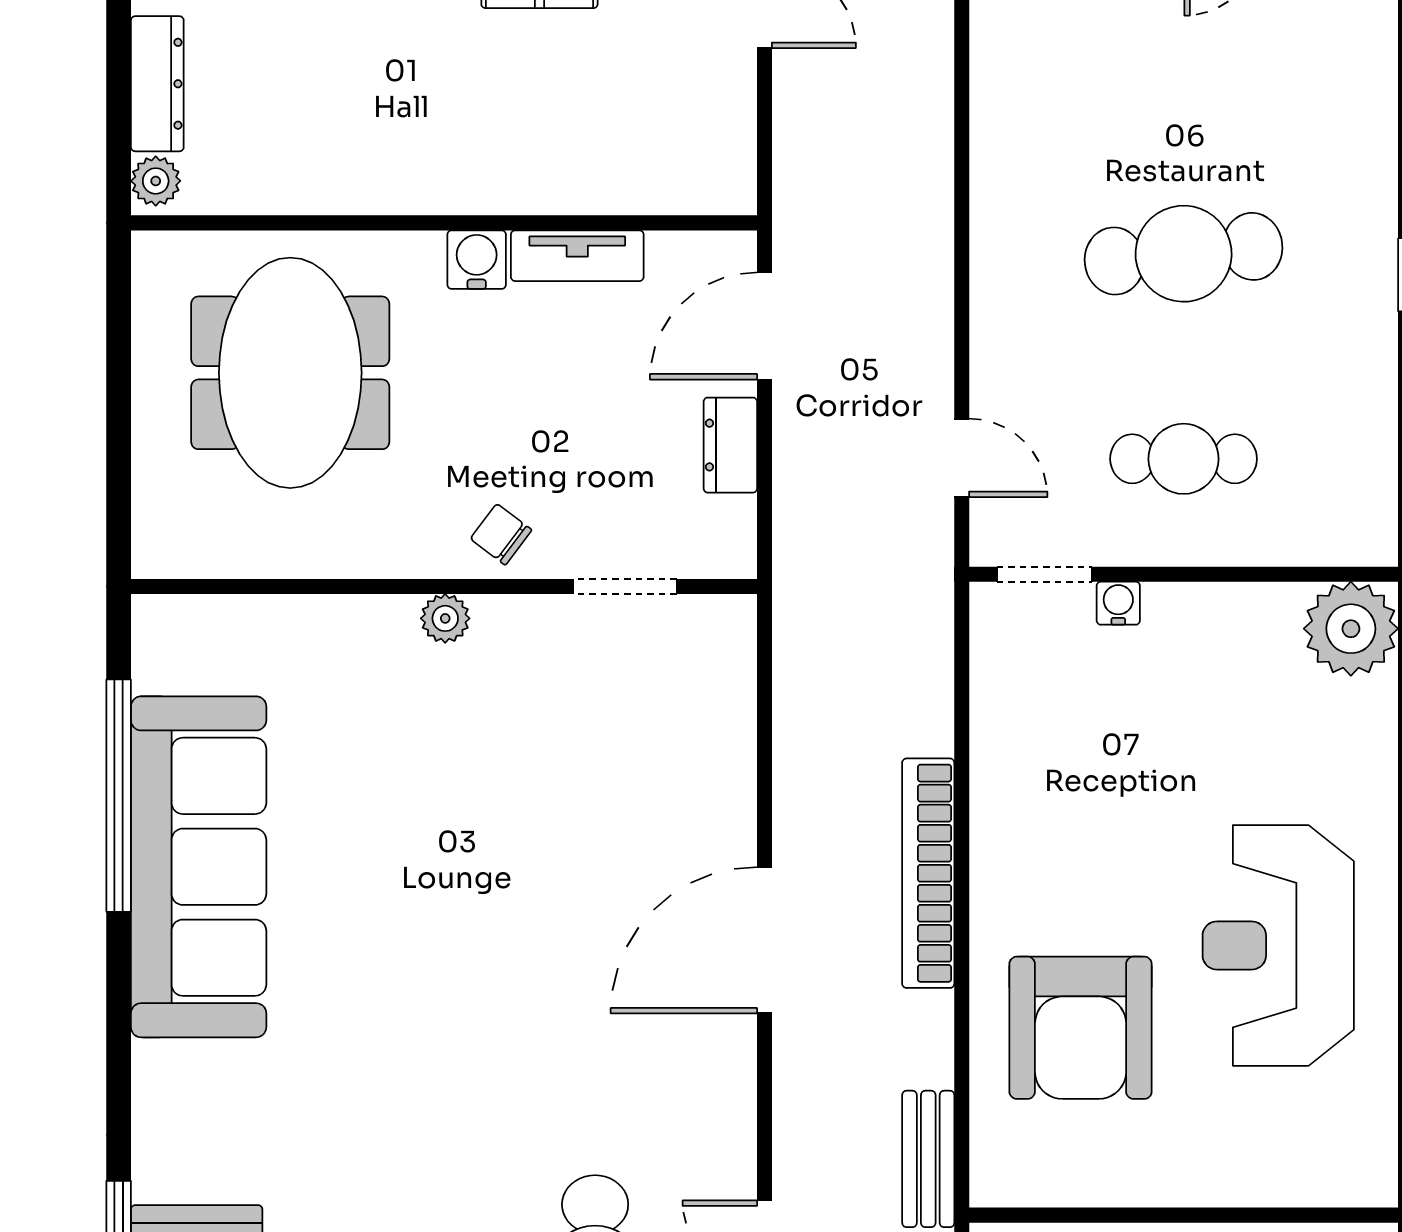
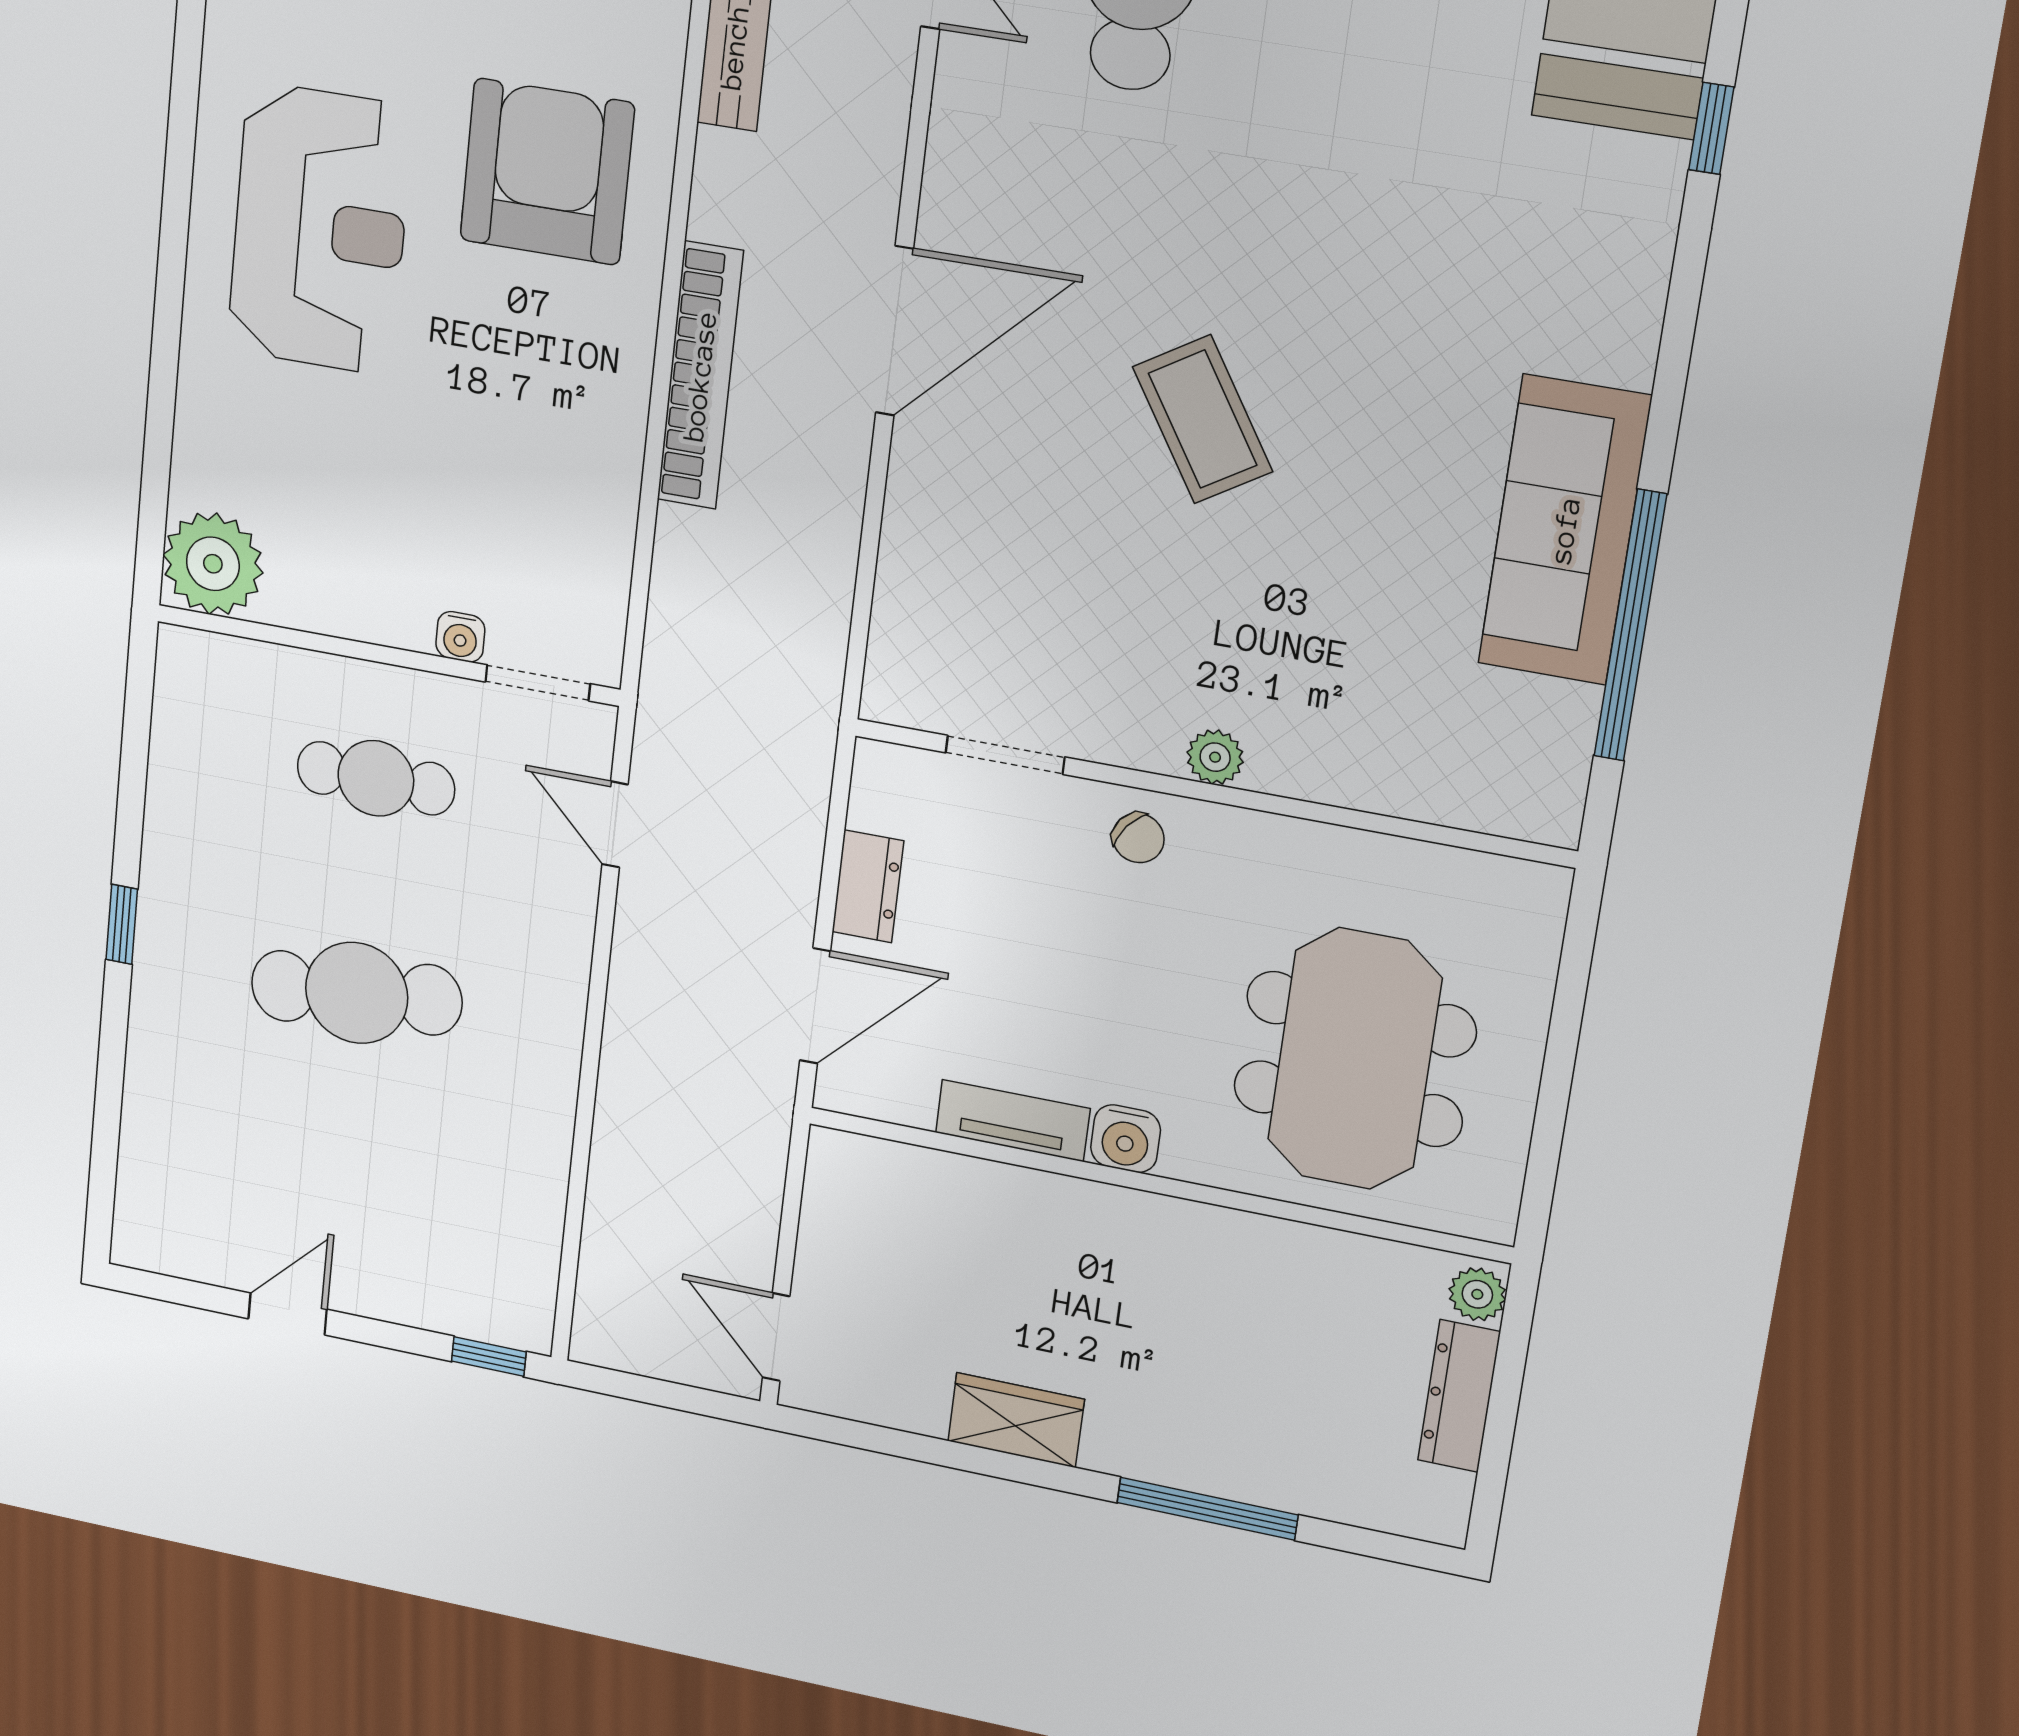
sofa: (199, 867) -> (1565, 530), width x0.74, depth x0.79
coffee table: (495, 909) -> (1203, 419), added

